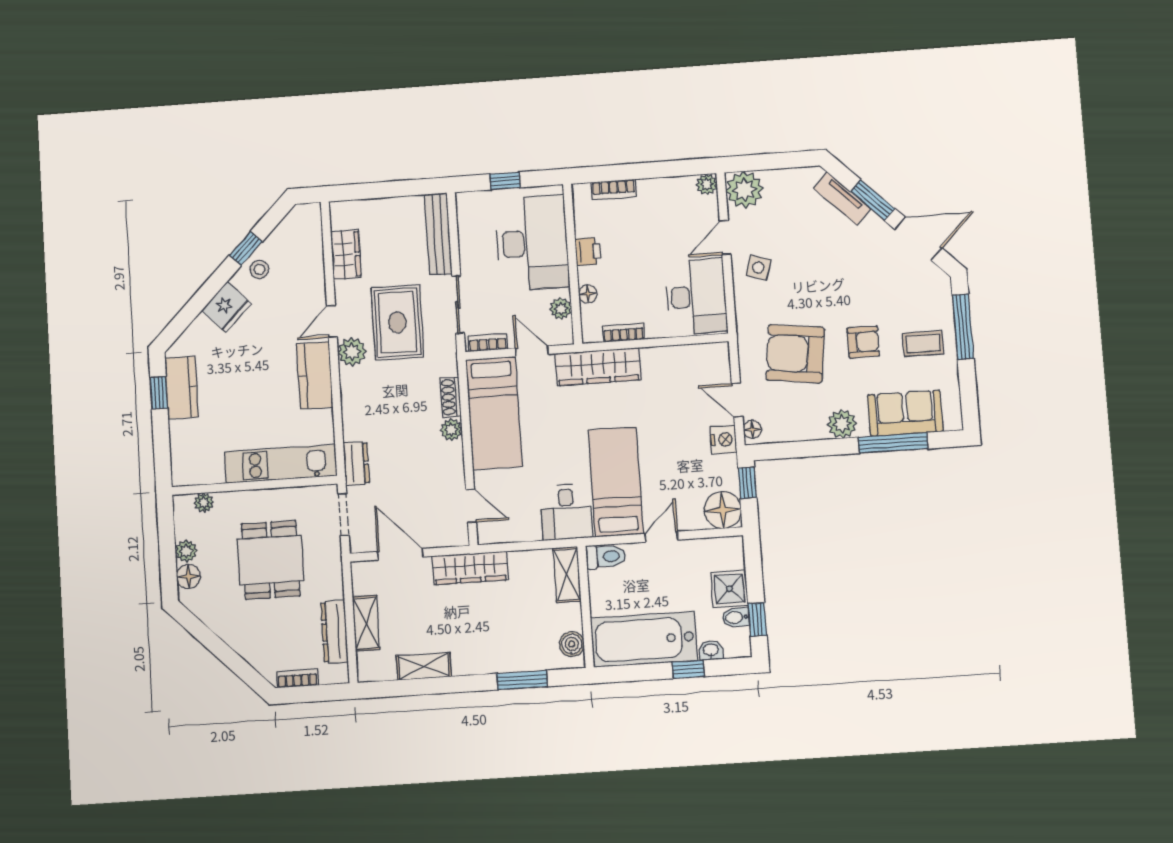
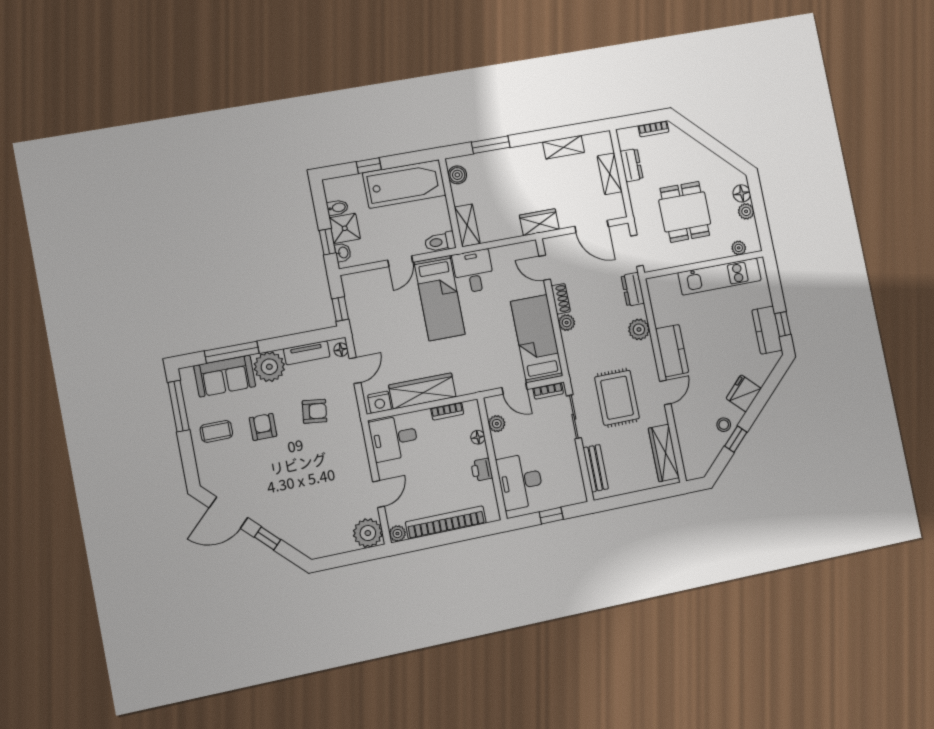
bookcase: (614, 189) -> (446, 522), width x2.31, depth x1.31
tv unit: (842, 199) -> (307, 353), moved, turned 135
window: (873, 200) -> (267, 538), width x0.67
bench: (438, 234) -> (596, 468), width x0.73
desk: (532, 243) -> (520, 481), width x0.73, depth x0.77
wardrobe: (346, 255) -> (664, 453), width x1.50
side table: (758, 268) -> (350, 474), removed
desk: (696, 296) -> (394, 438), width x0.73
window: (963, 327) -> (179, 406), moved
armchair: (863, 342) -> (263, 427), turned 90
plant: (352, 352) -> (639, 329), moved
armchair: (795, 354) -> (315, 411), width x0.53, depth x0.53
wardrobe: (598, 367) -> (422, 391), moved
shoe rack: (451, 397) -> (561, 299), moved
door: (737, 400) -> (355, 370), hinge flipped
plant: (842, 424) -> (269, 367), width x1.36, depth x1.36
nightstand: (724, 440) -> (380, 402), moved, turned -90
kitchen unit: (281, 464) -> (720, 276), moved
floor lamp: (723, 510) -> (356, 286), removed
wardrobe: (470, 568) -> (539, 222), width x0.67
window: (757, 619) -> (327, 242), moved
dresser: (334, 632) -> (632, 165), width x0.70
washbasin: (711, 650) -> (343, 253), moved, turned -90

